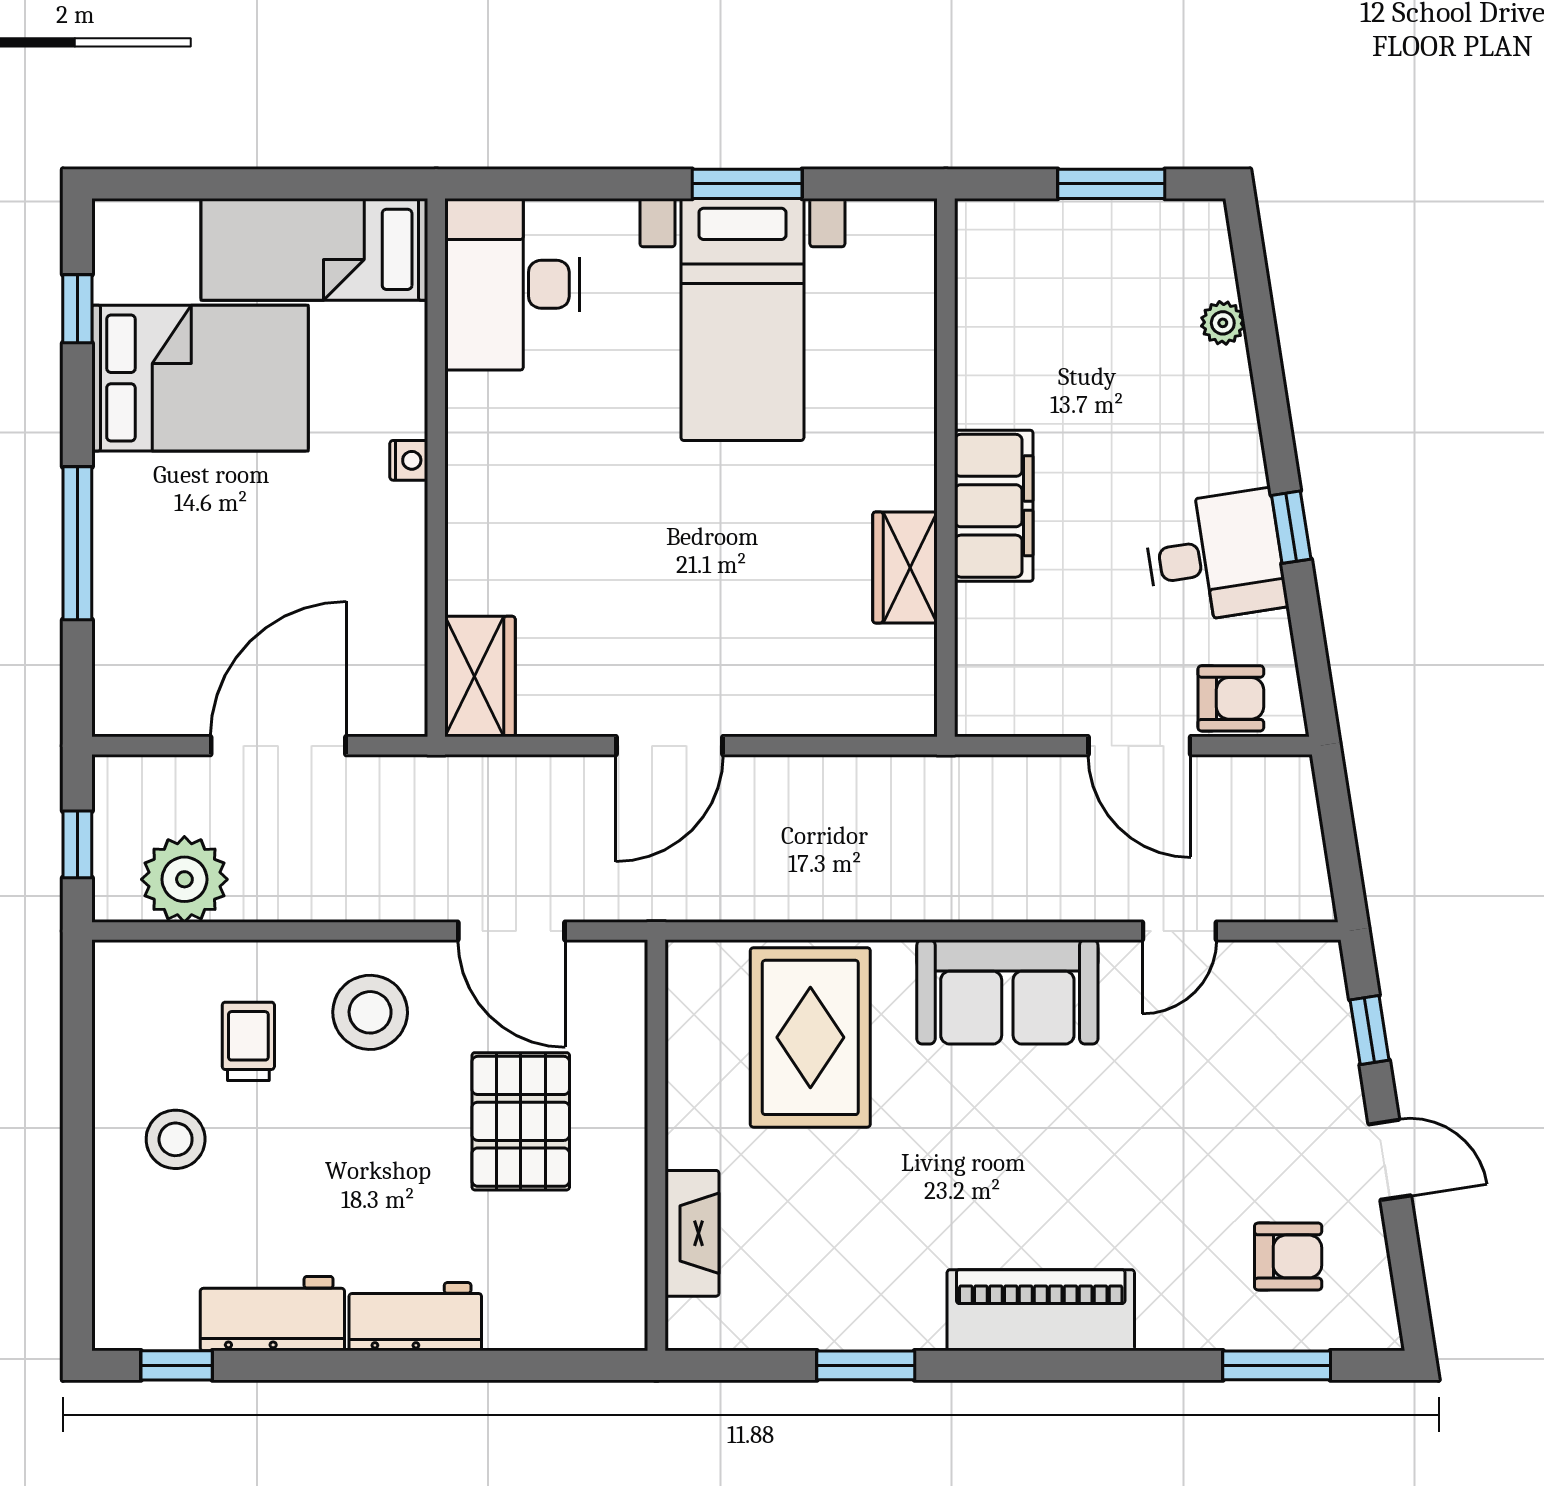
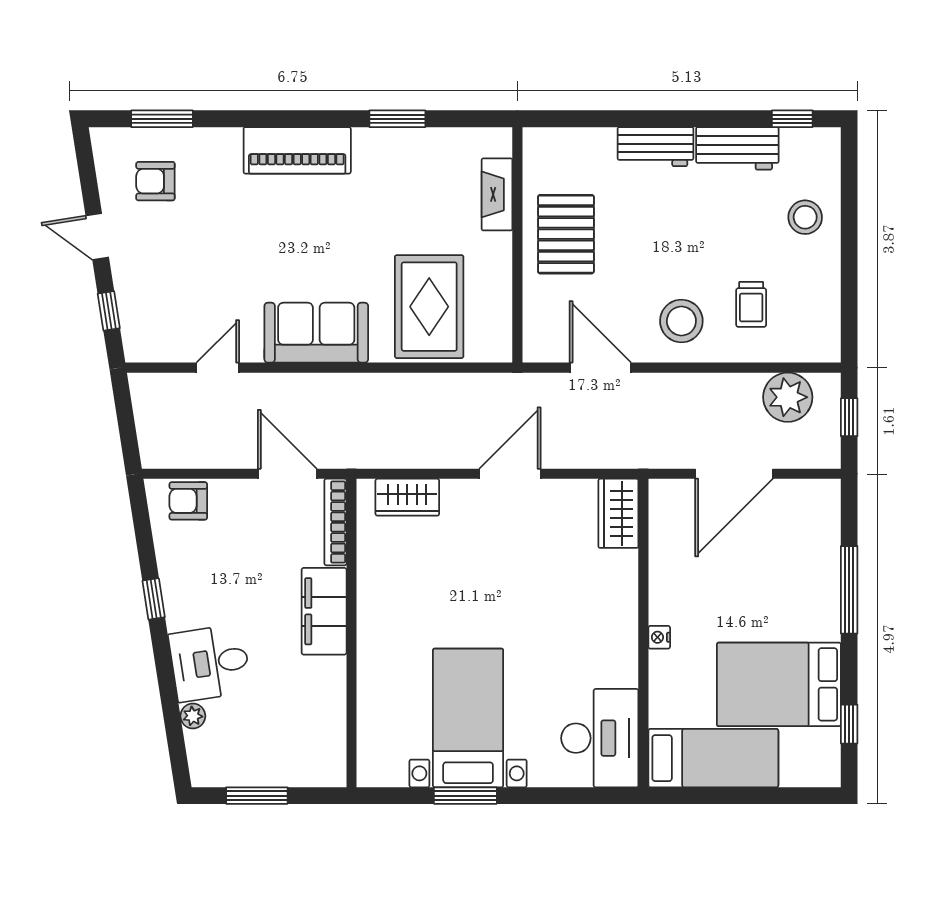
desk: (1215, 557) -> (210, 663), moved
wardrobe: (905, 567) -> (407, 497), moved, turned 90
bookcase: (974, 661) -> (335, 522), added
door: (1139, 746) -> (287, 474), moved
pallet: (521, 1121) -> (566, 234), moved
stool: (176, 1139) -> (805, 217), moved

